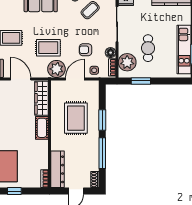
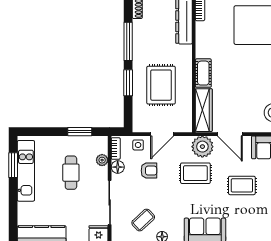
plant: (127, 62) -> (102, 160), width x0.53, depth x0.53
plant: (56, 69) -> (202, 147), moved

